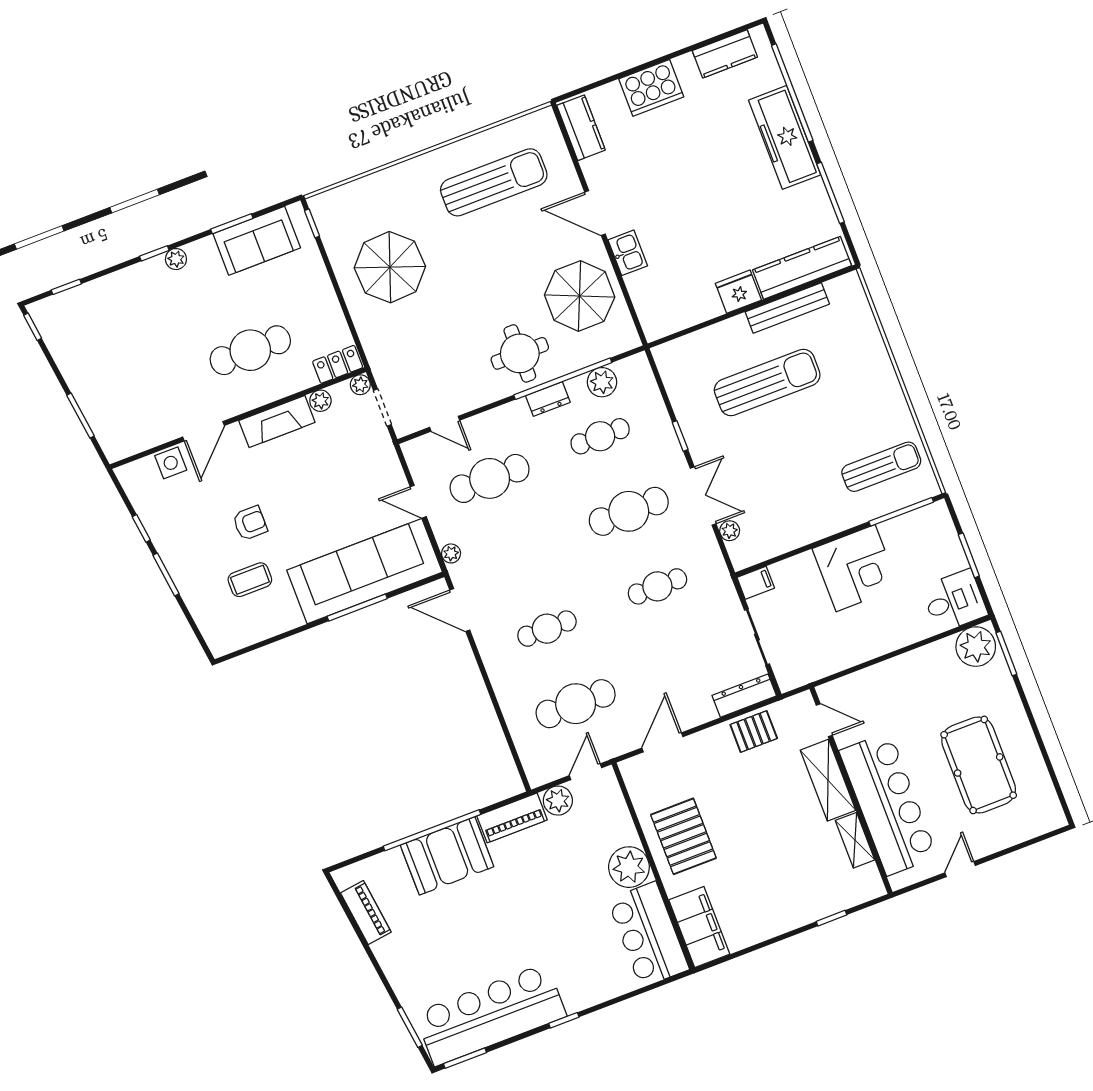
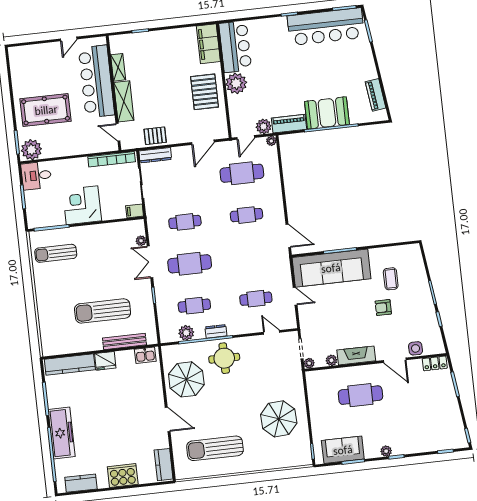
kitchen sink: (628, 253) -> (145, 355), moved, turned -90
bench: (787, 308) -> (124, 341), moved
locker: (338, 364) -> (435, 363), moved
door: (204, 431) -> (395, 360), swing flipped
cafe table: (490, 478) -> (256, 299), width x0.73, depth x0.74
plant: (451, 553) -> (271, 141), moved
coffee table: (250, 580) -> (391, 279), turned 90
bookcase: (823, 667) -> (112, 159), added
pool table: (979, 765) -> (46, 110), moved, turned 90

